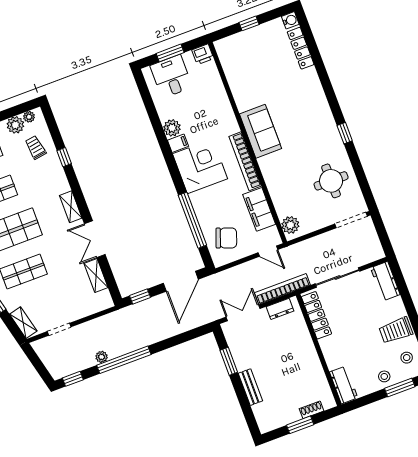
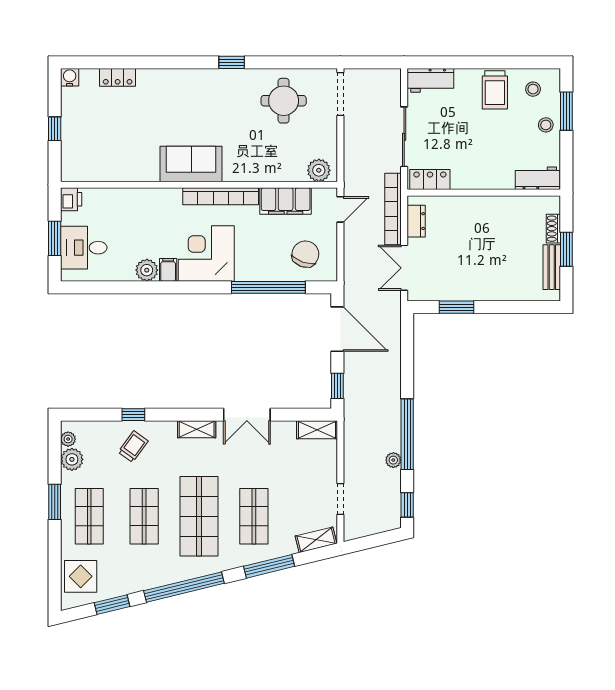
locker: (301, 48) -> (118, 77), width x0.66
trolley: (35, 147) -> (133, 447), moved, turned 135
shelving: (96, 275) -> (317, 430), moved
locker: (316, 315) -> (430, 180), width x0.66
bench: (250, 387) -> (552, 267), moved, turned 90

